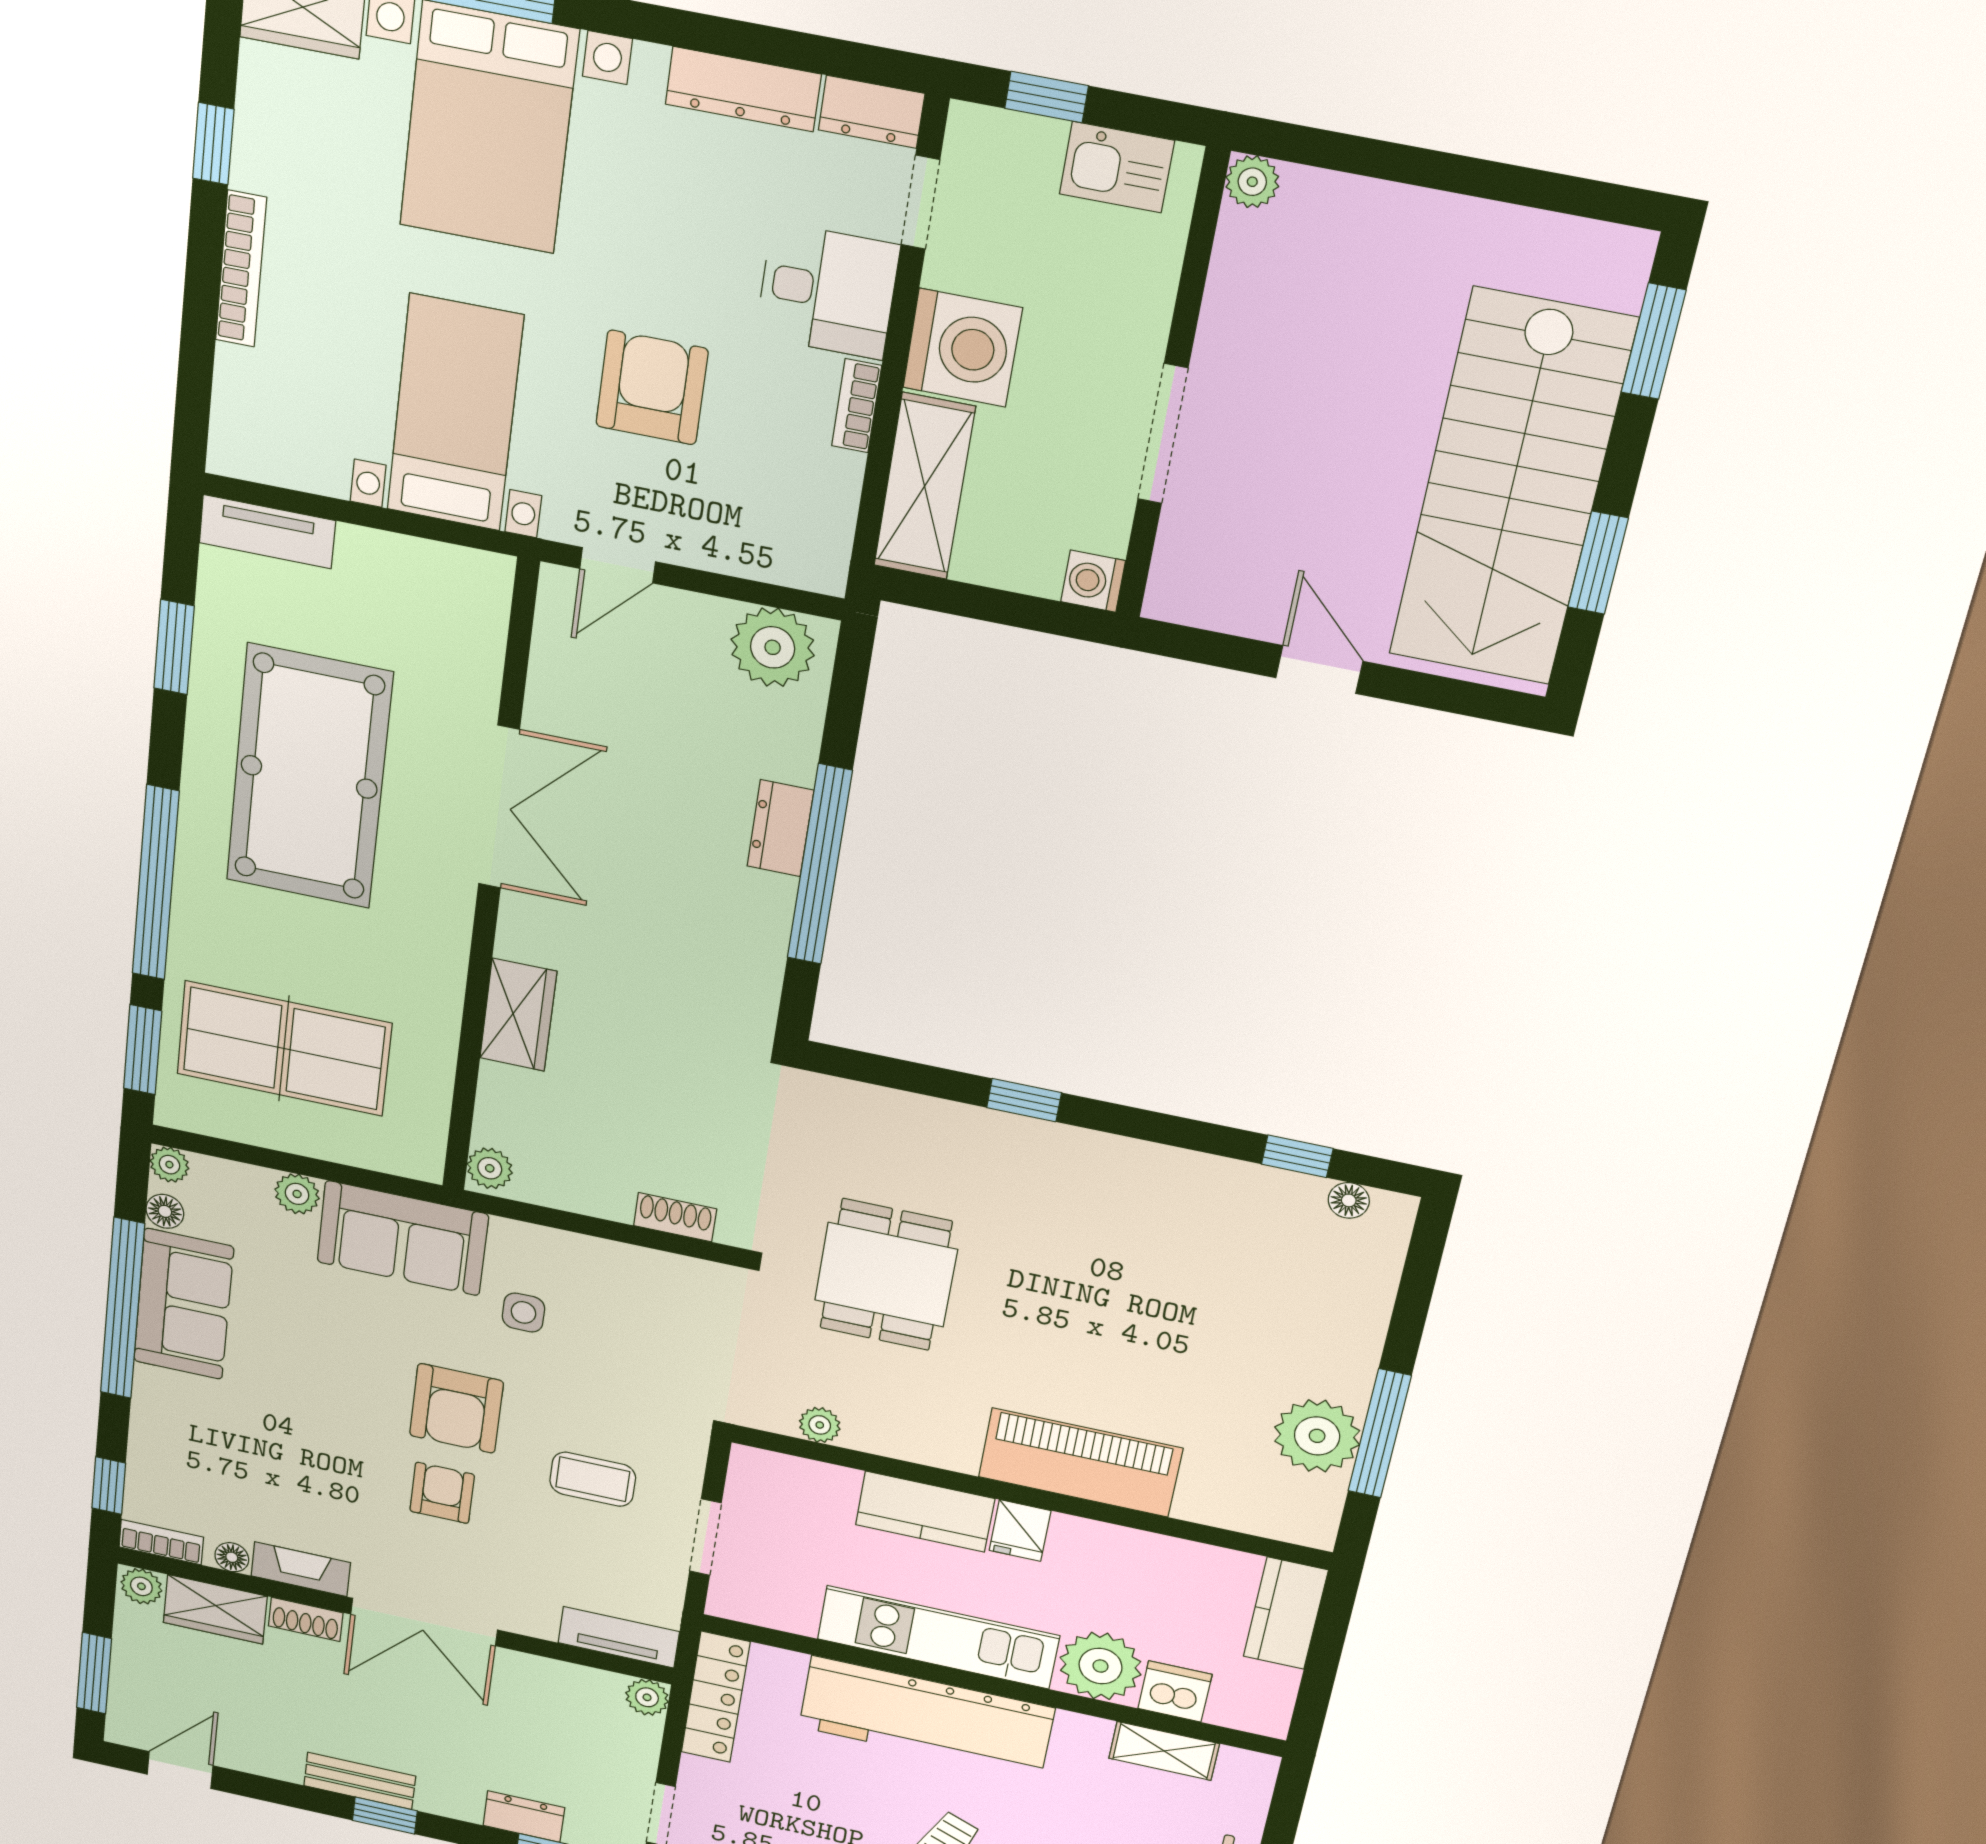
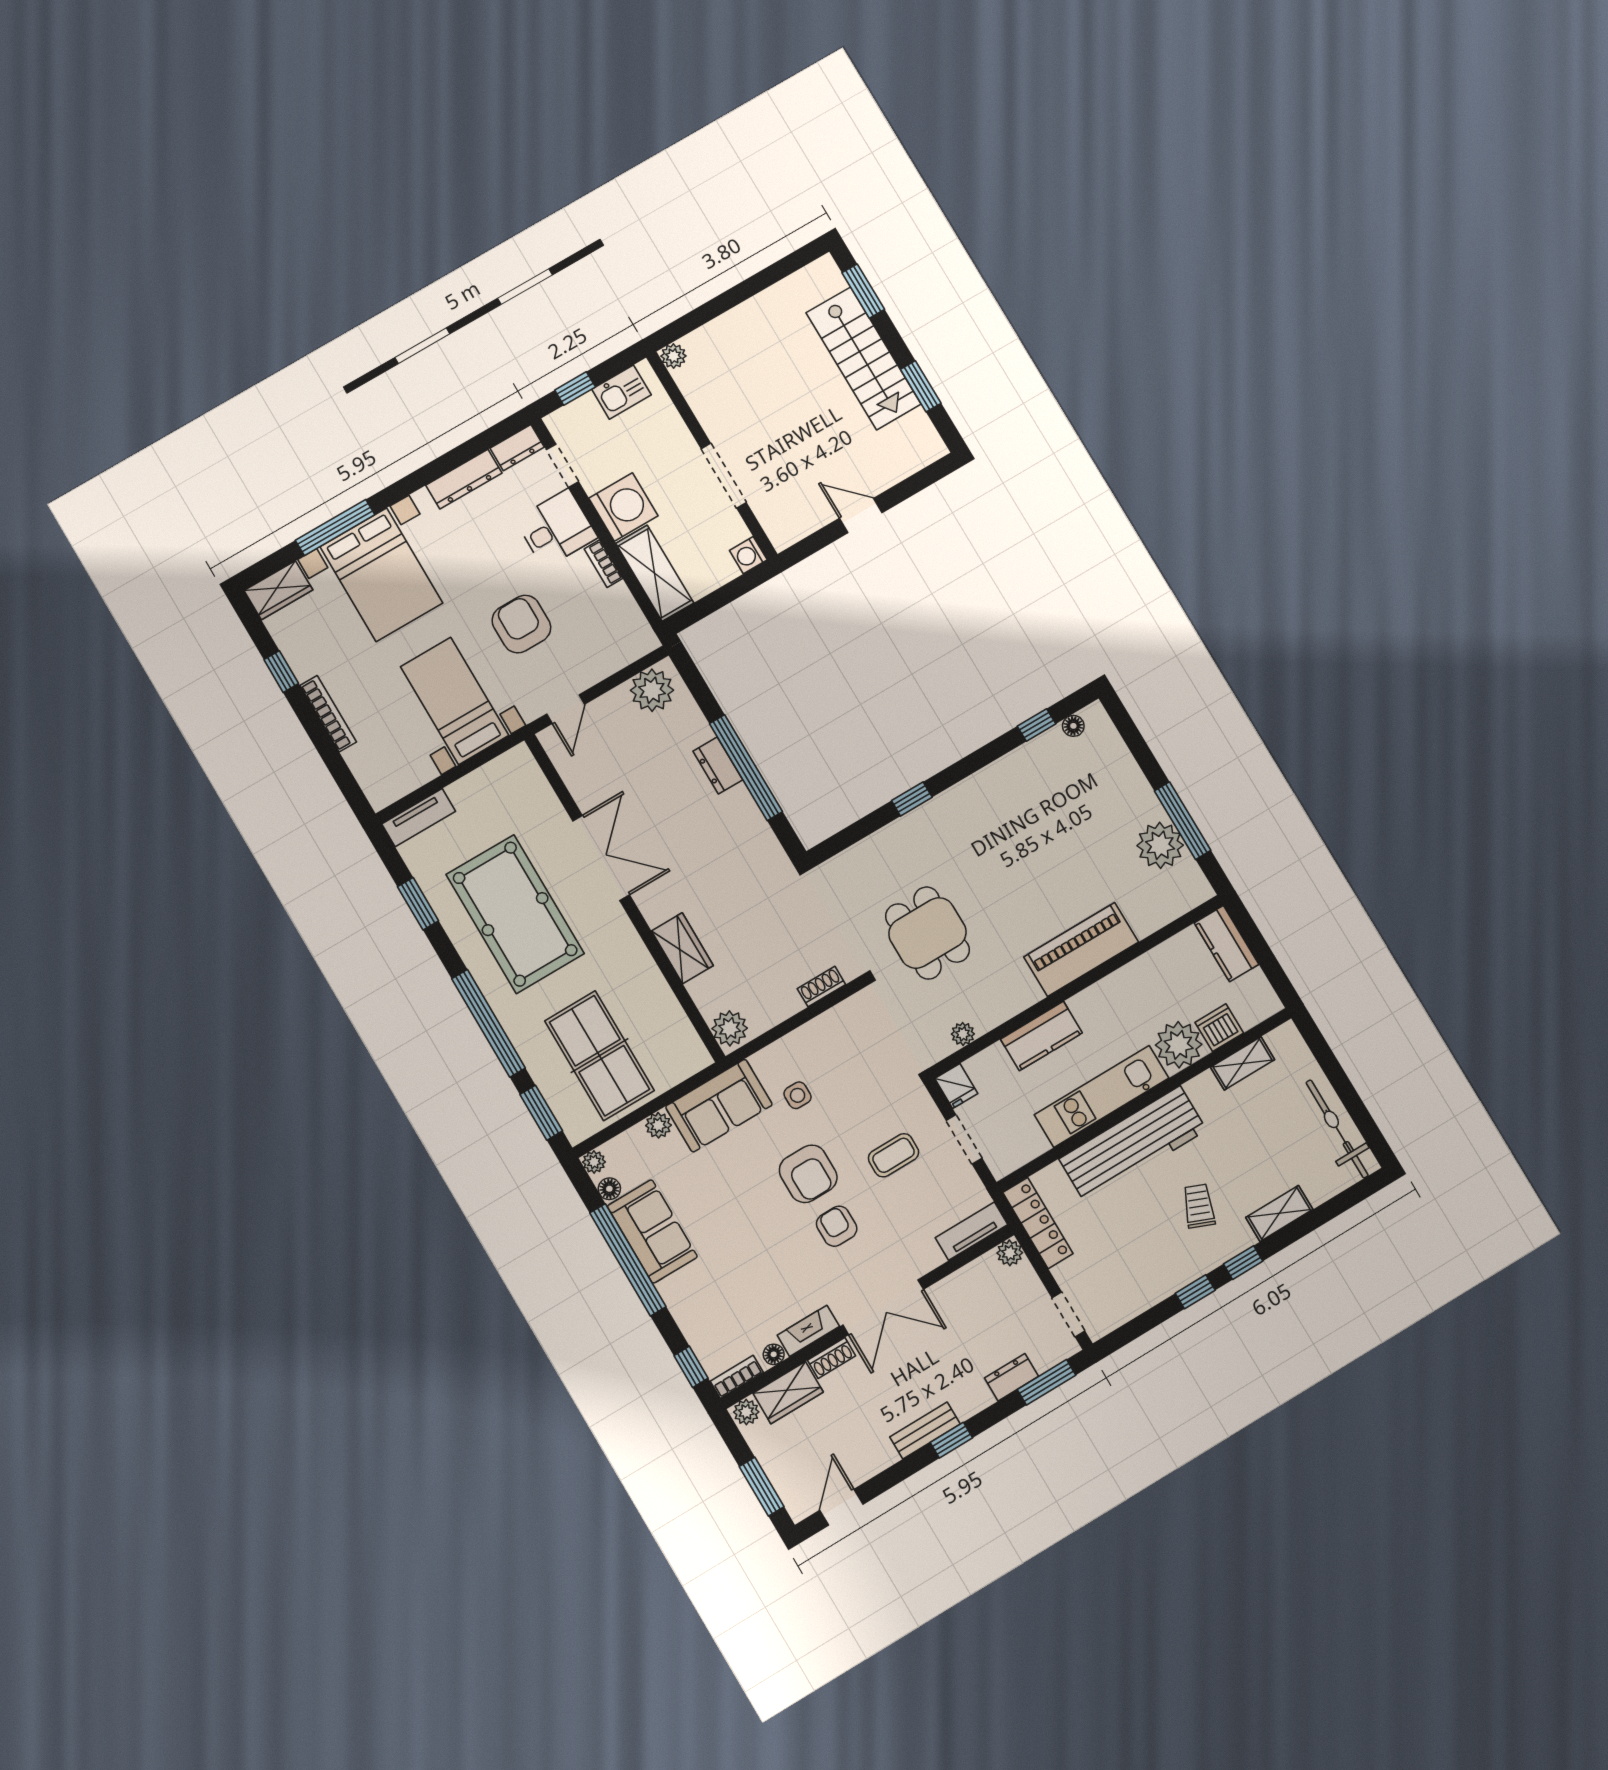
stairs: (1512, 489) -> (864, 358), width x0.73, depth x0.66
table tennis table: (284, 1048) -> (599, 1056), turned 90
plant: (490, 1168) -> (730, 1028), width x1.38, depth x1.38
fridge: (1020, 1531) -> (956, 1086), moved

